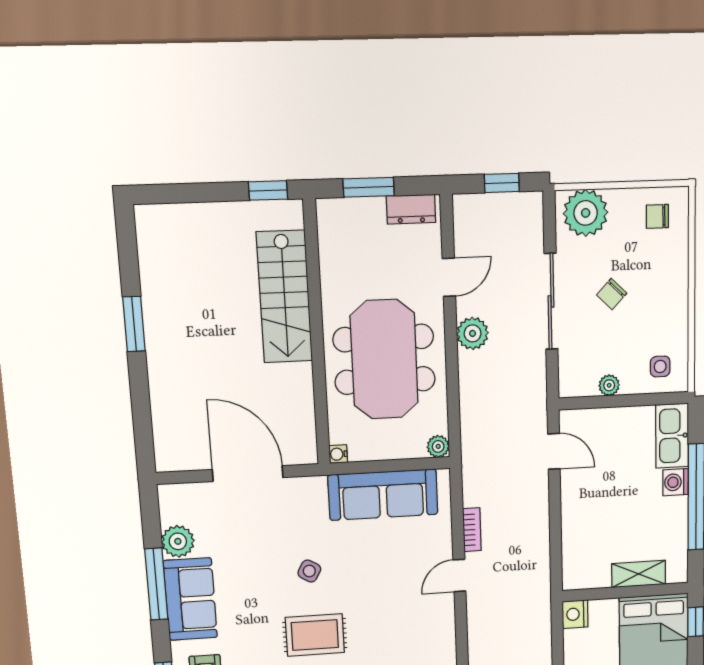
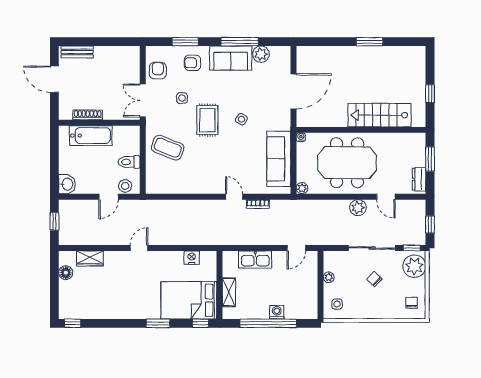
window: (268, 190) -> (430, 94), moved
window: (549, 220) -> (412, 248), added
kitchen sink: (672, 436) -> (255, 259), moved, turned 180
nightstand: (575, 614) -> (192, 258), moved

